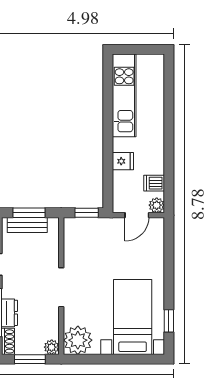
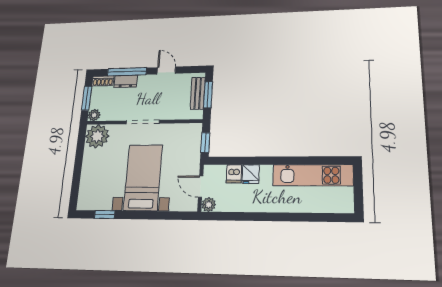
dishwasher: (154, 183) -> (234, 174), moved, turned 180
bed with nightstands: (133, 317) -> (143, 177), moved, turned -90

